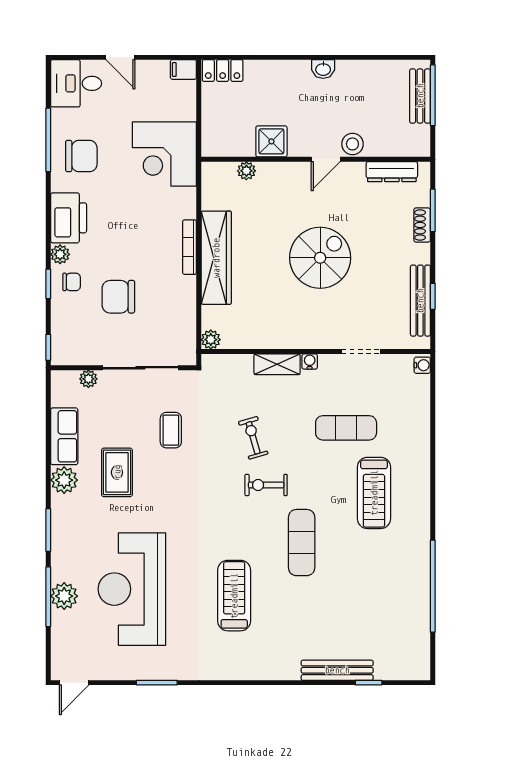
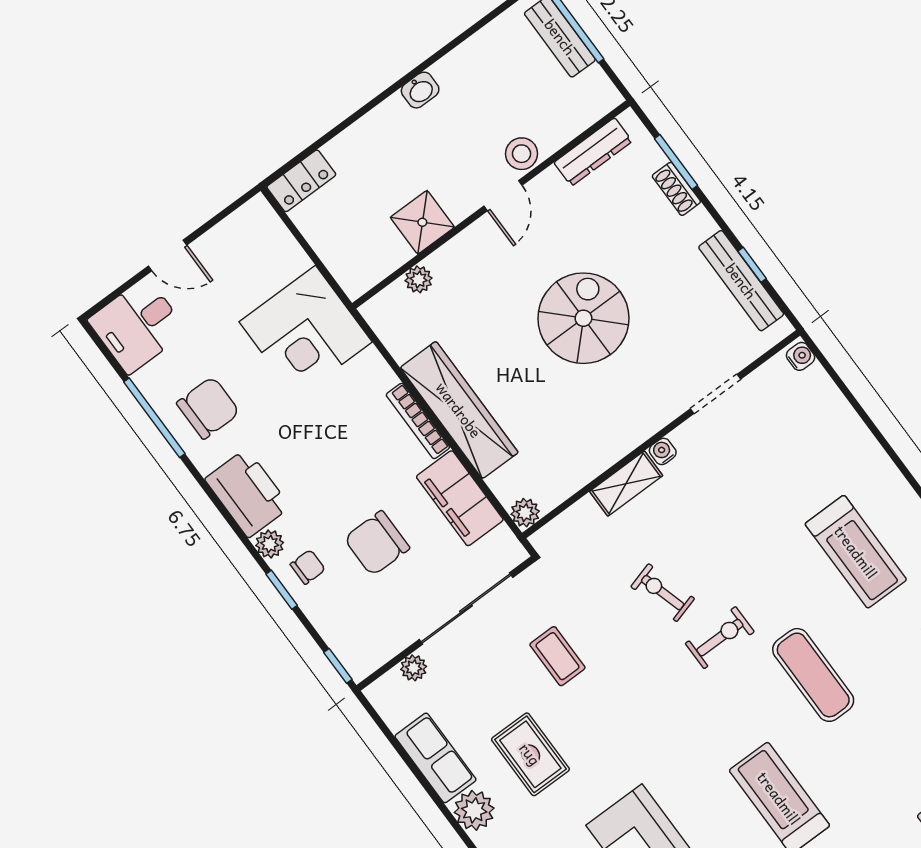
filing cabinet: (183, 69) -> (460, 498), moved, width x3.00, depth x1.17
exercise mat: (346, 428) -> (765, 499), removed
exercise bike: (266, 485) -> (720, 638), turned 180

